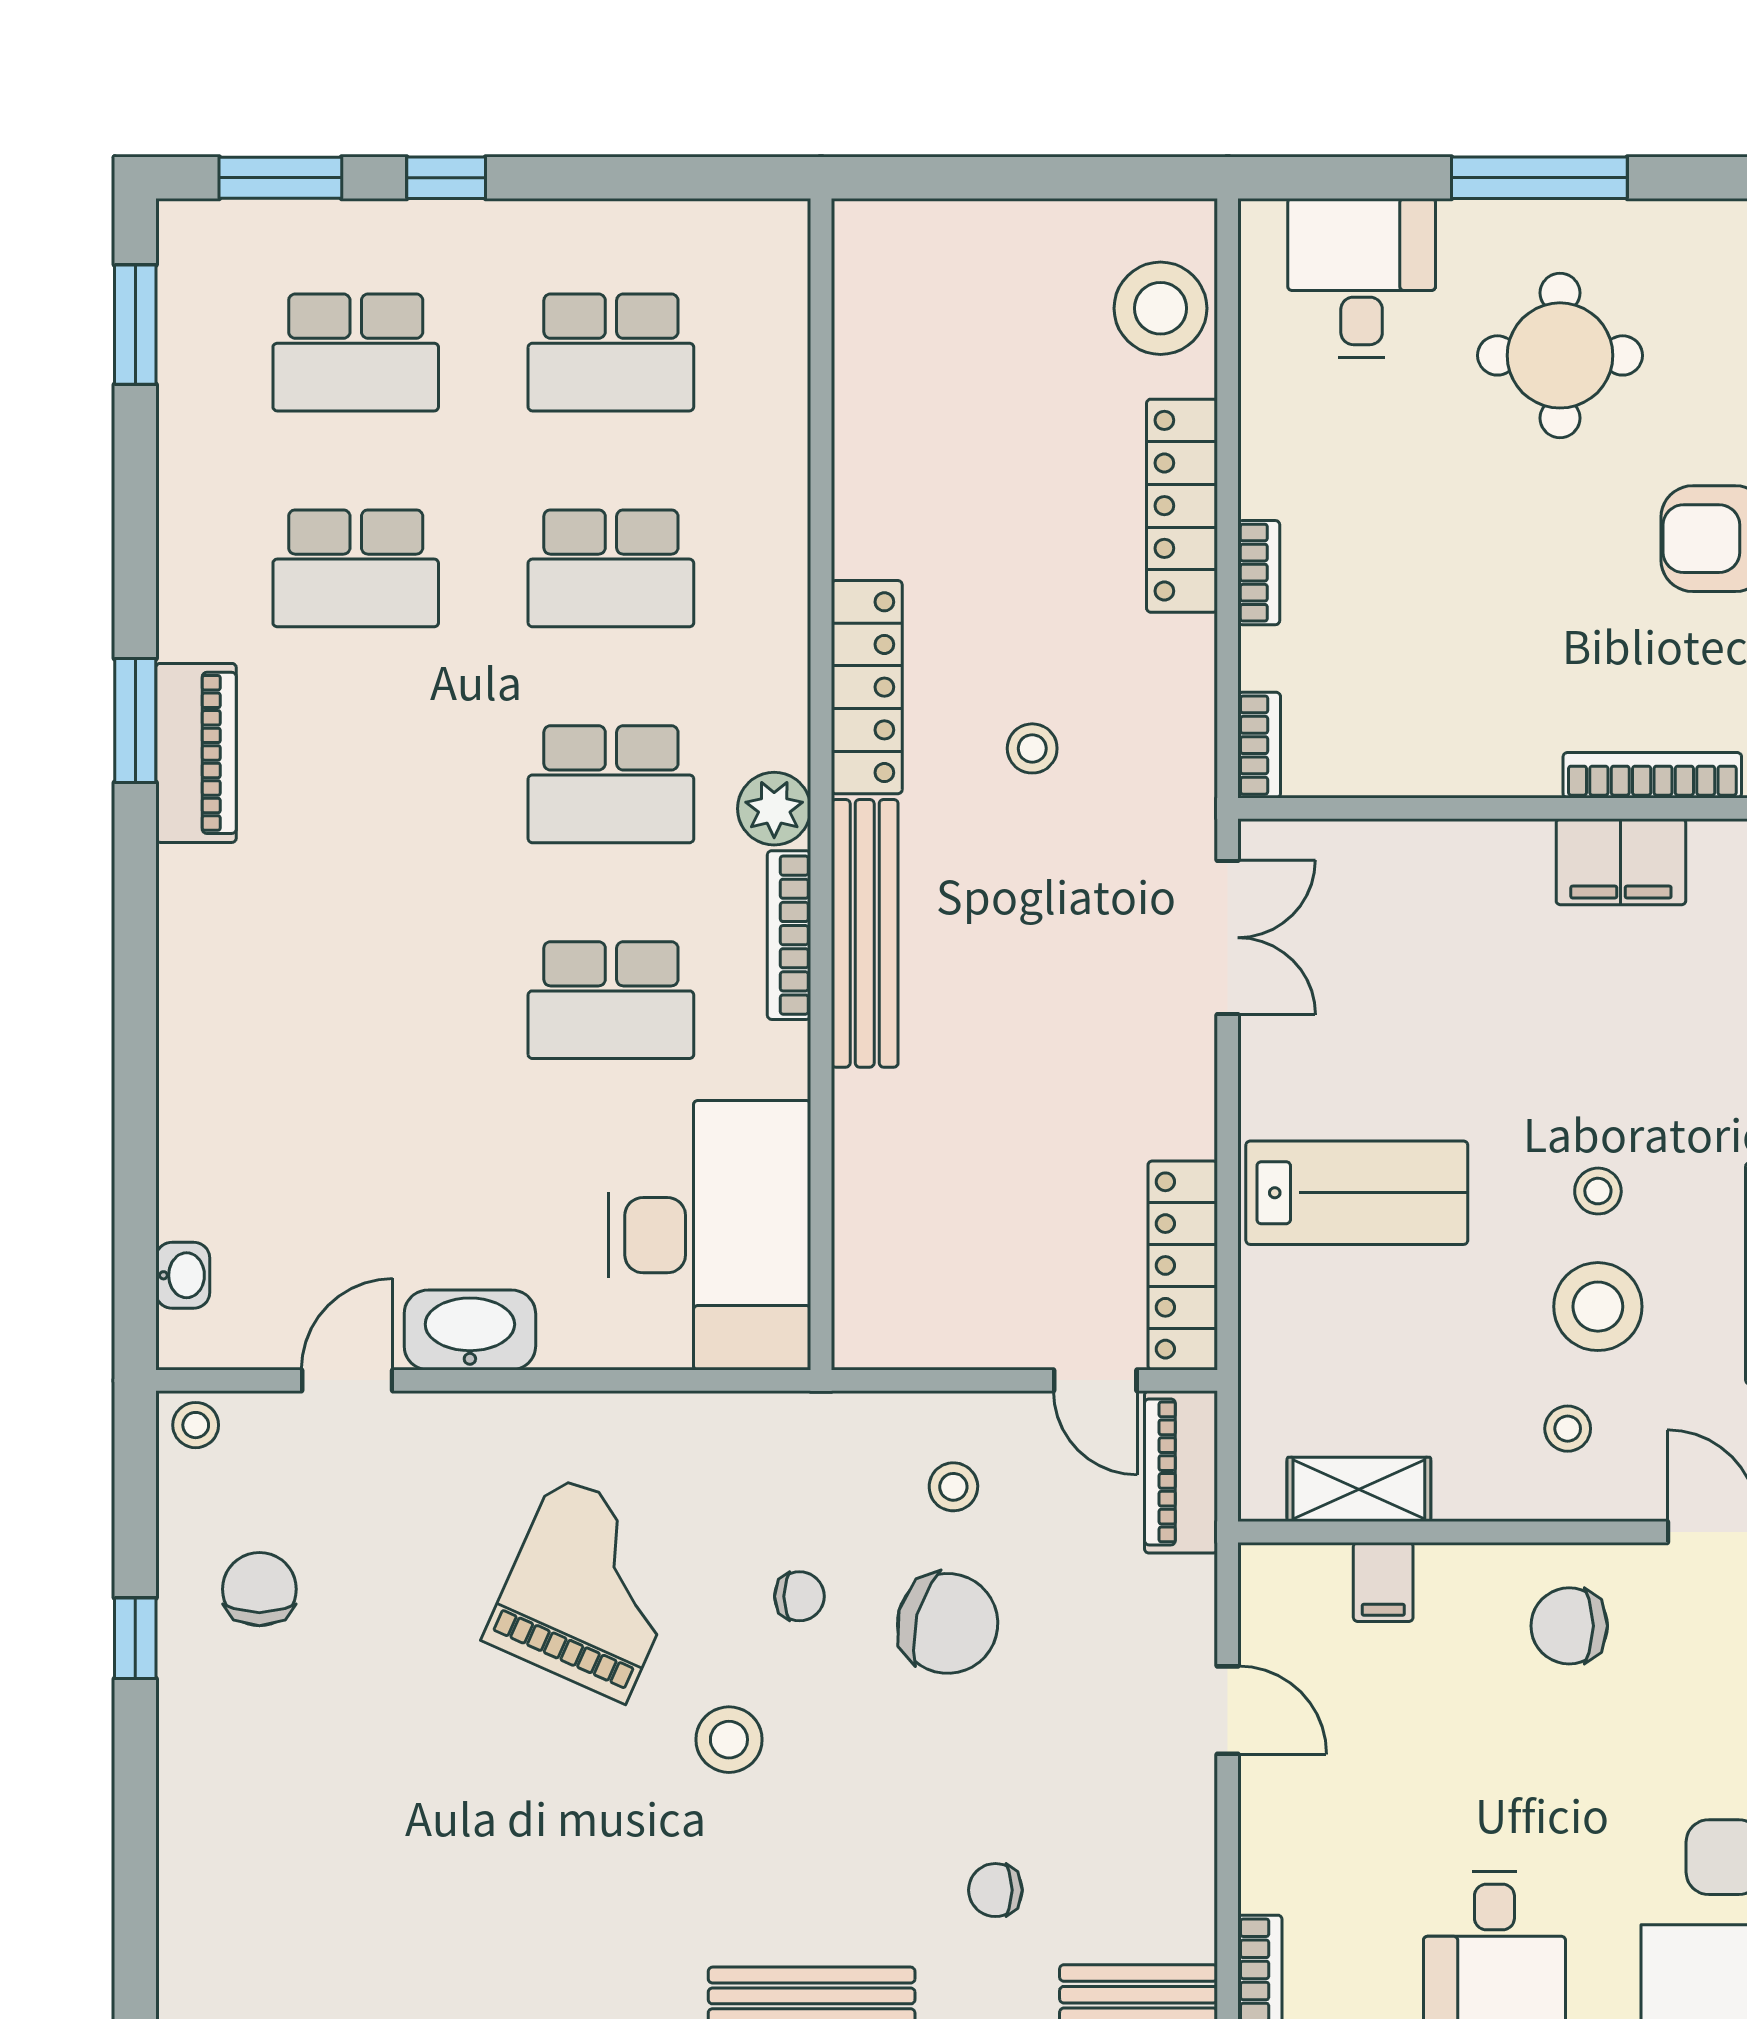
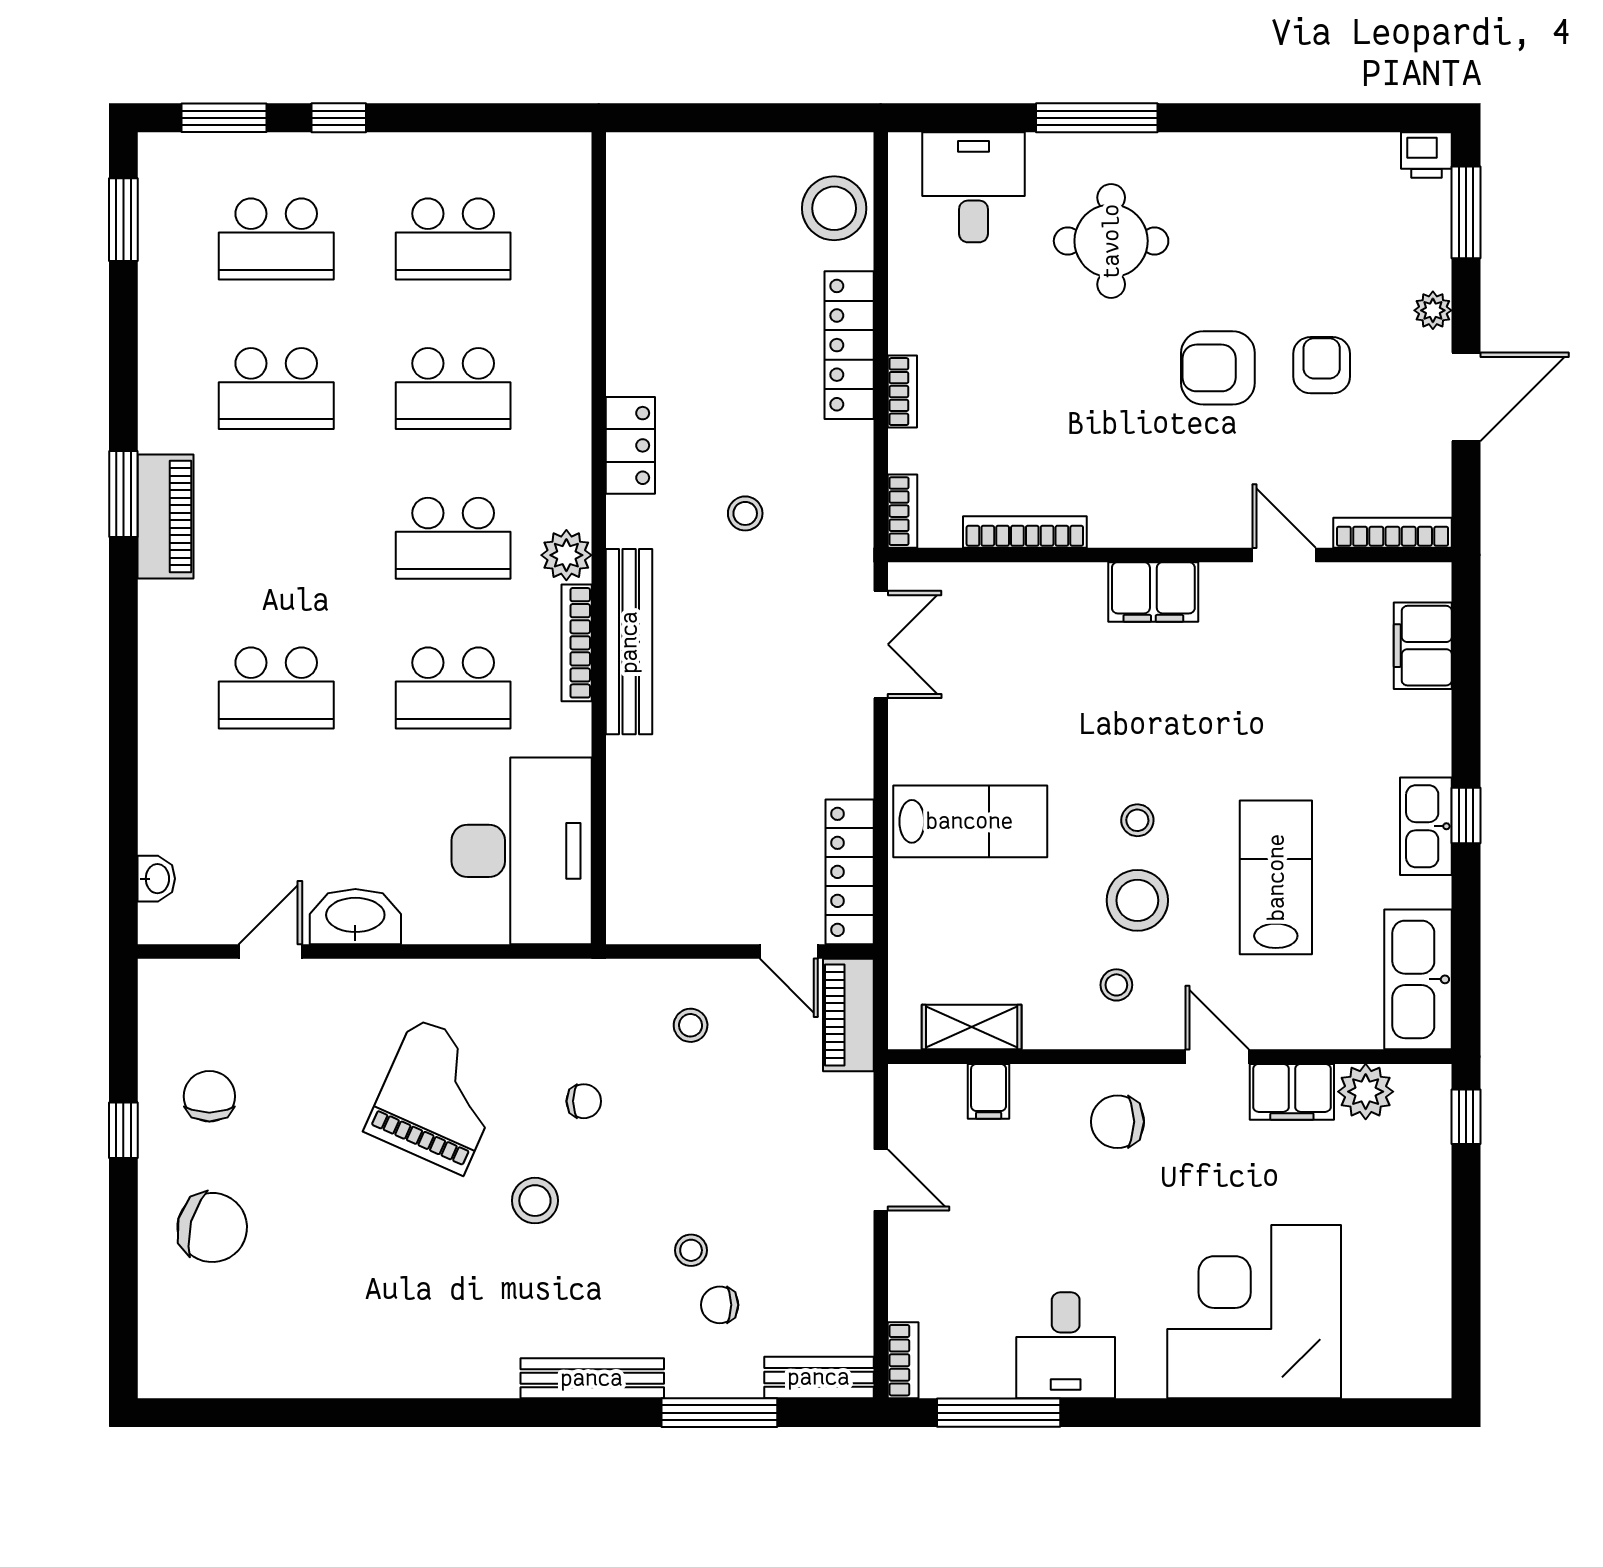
locker: (867, 687) -> (630, 445), width x0.66
bookcase: (1652, 775) -> (1025, 532), moved
school desk: (356, 1000) -> (276, 688), added
stool: (196, 1425) -> (691, 1250), moved
chair: (948, 1623) -> (212, 1227), moved

